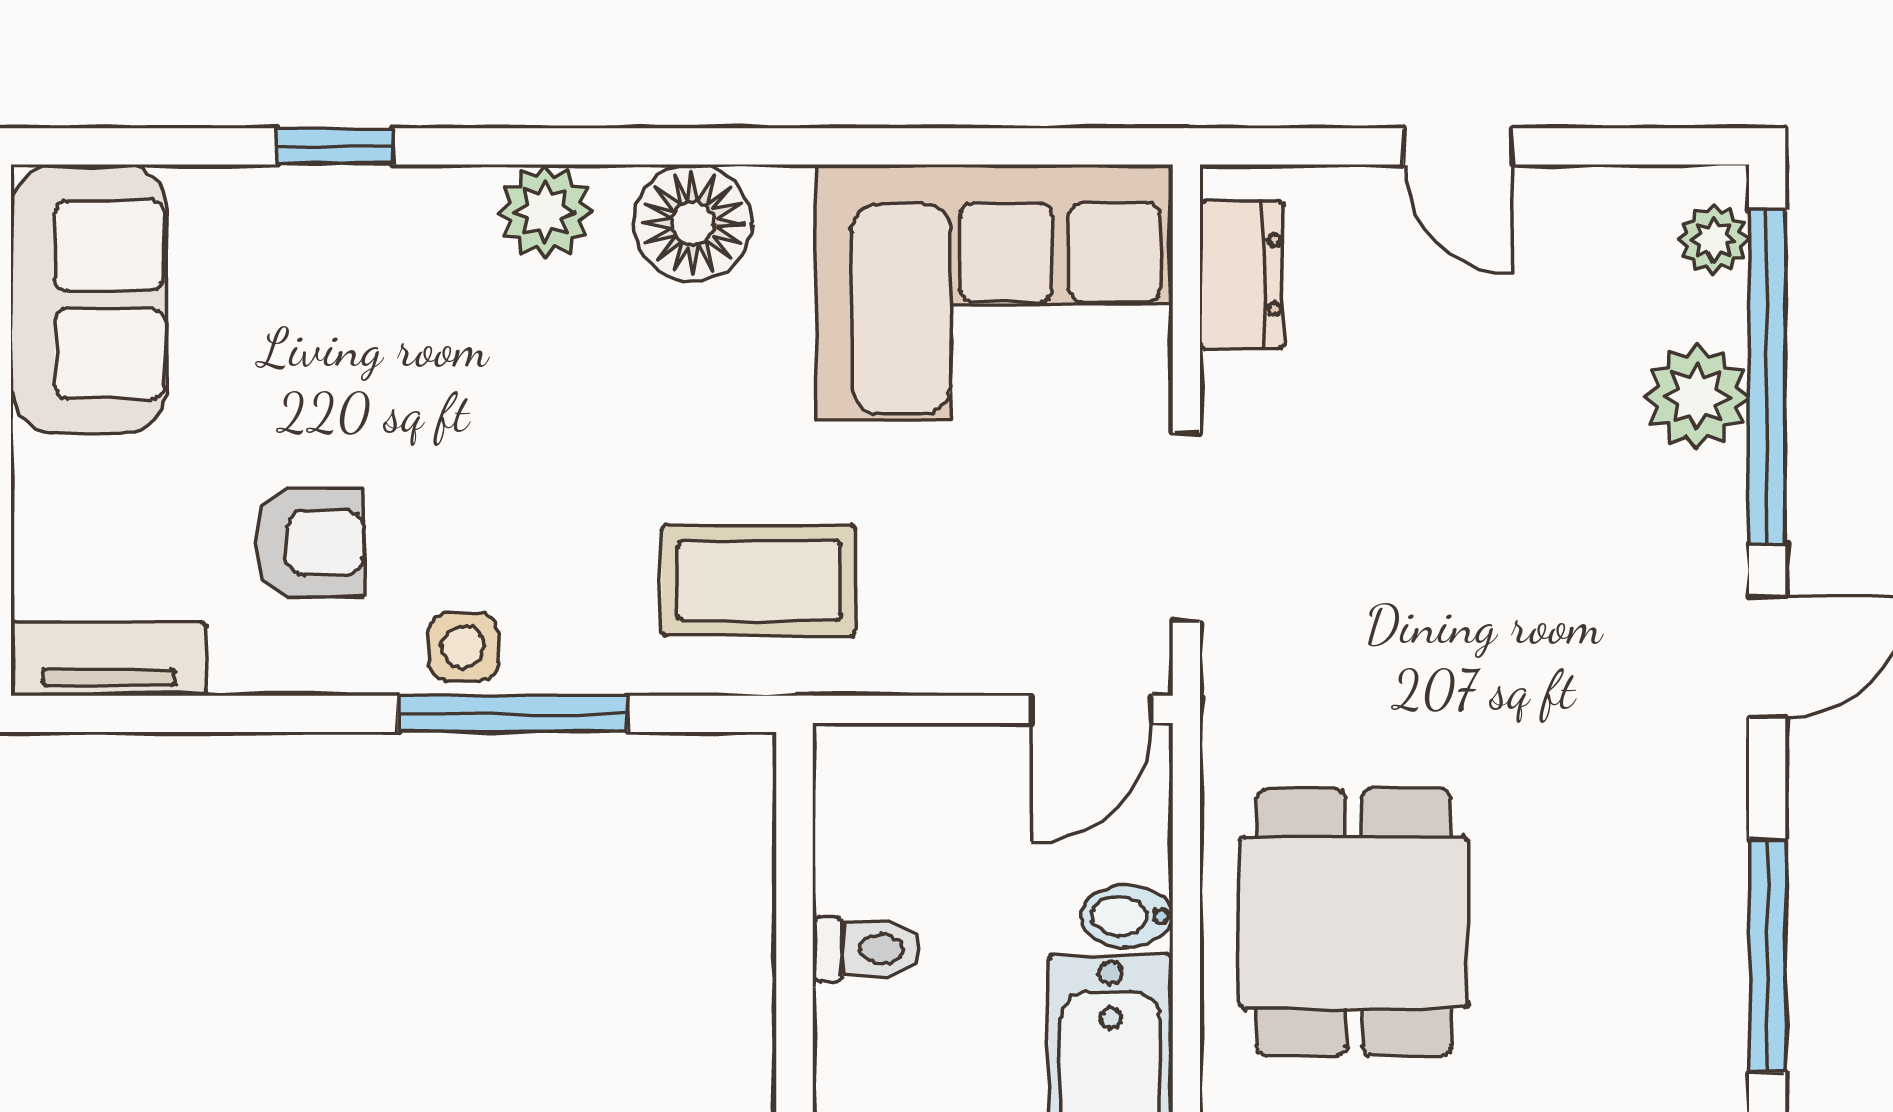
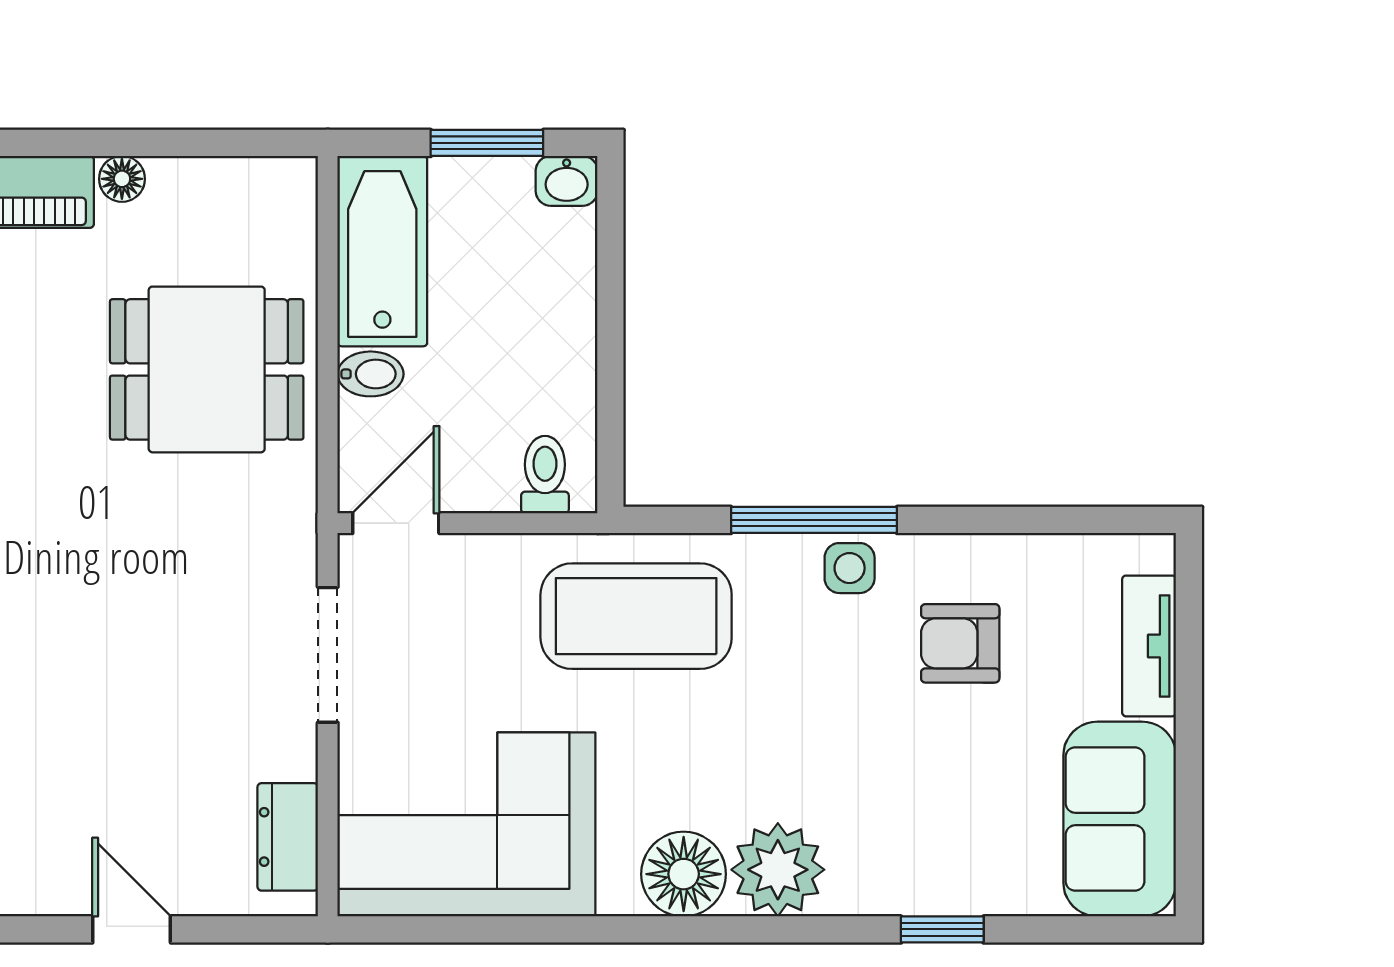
plant: (545, 212) -> (778, 870), width x1.36, depth x1.36
coffee table: (759, 580) -> (636, 616), width x1.36, depth x1.32
tv unit: (109, 659) -> (1149, 646), moved, turned 90
dining table: (1354, 922) -> (207, 369), turned 90
toilet: (866, 949) -> (545, 475), moved, turned 90

